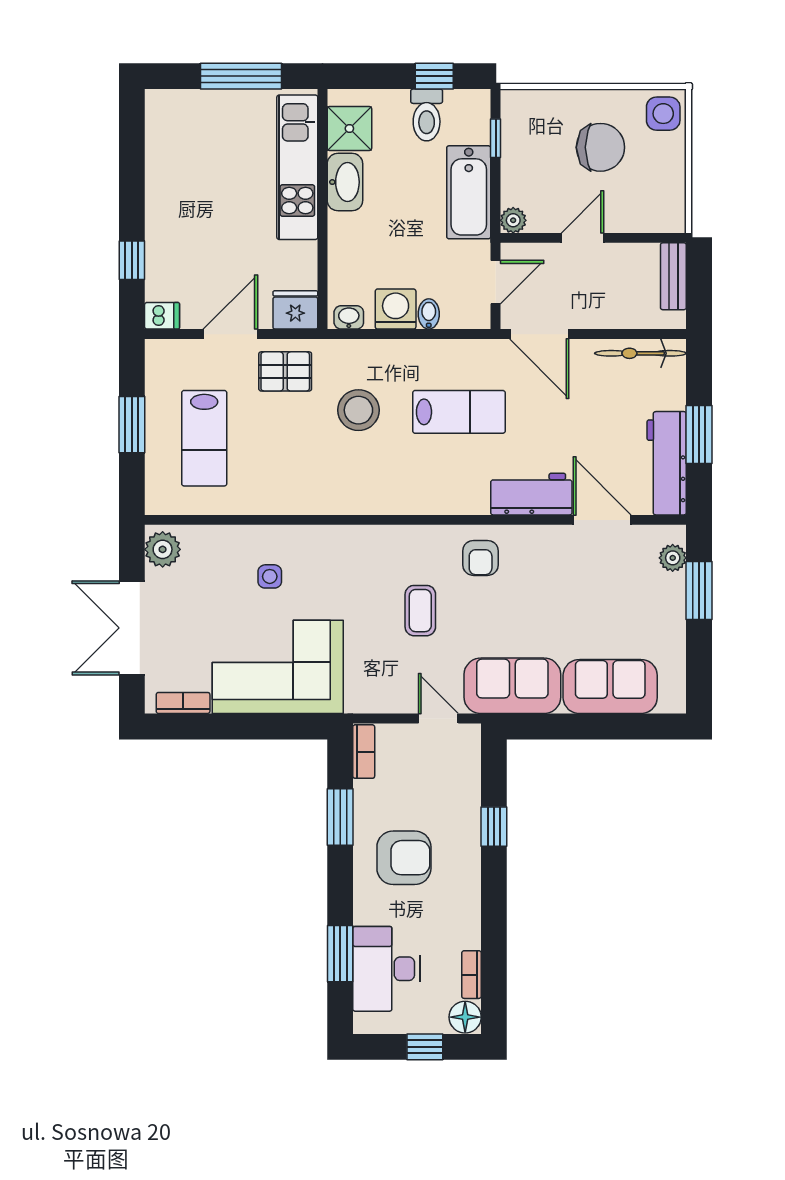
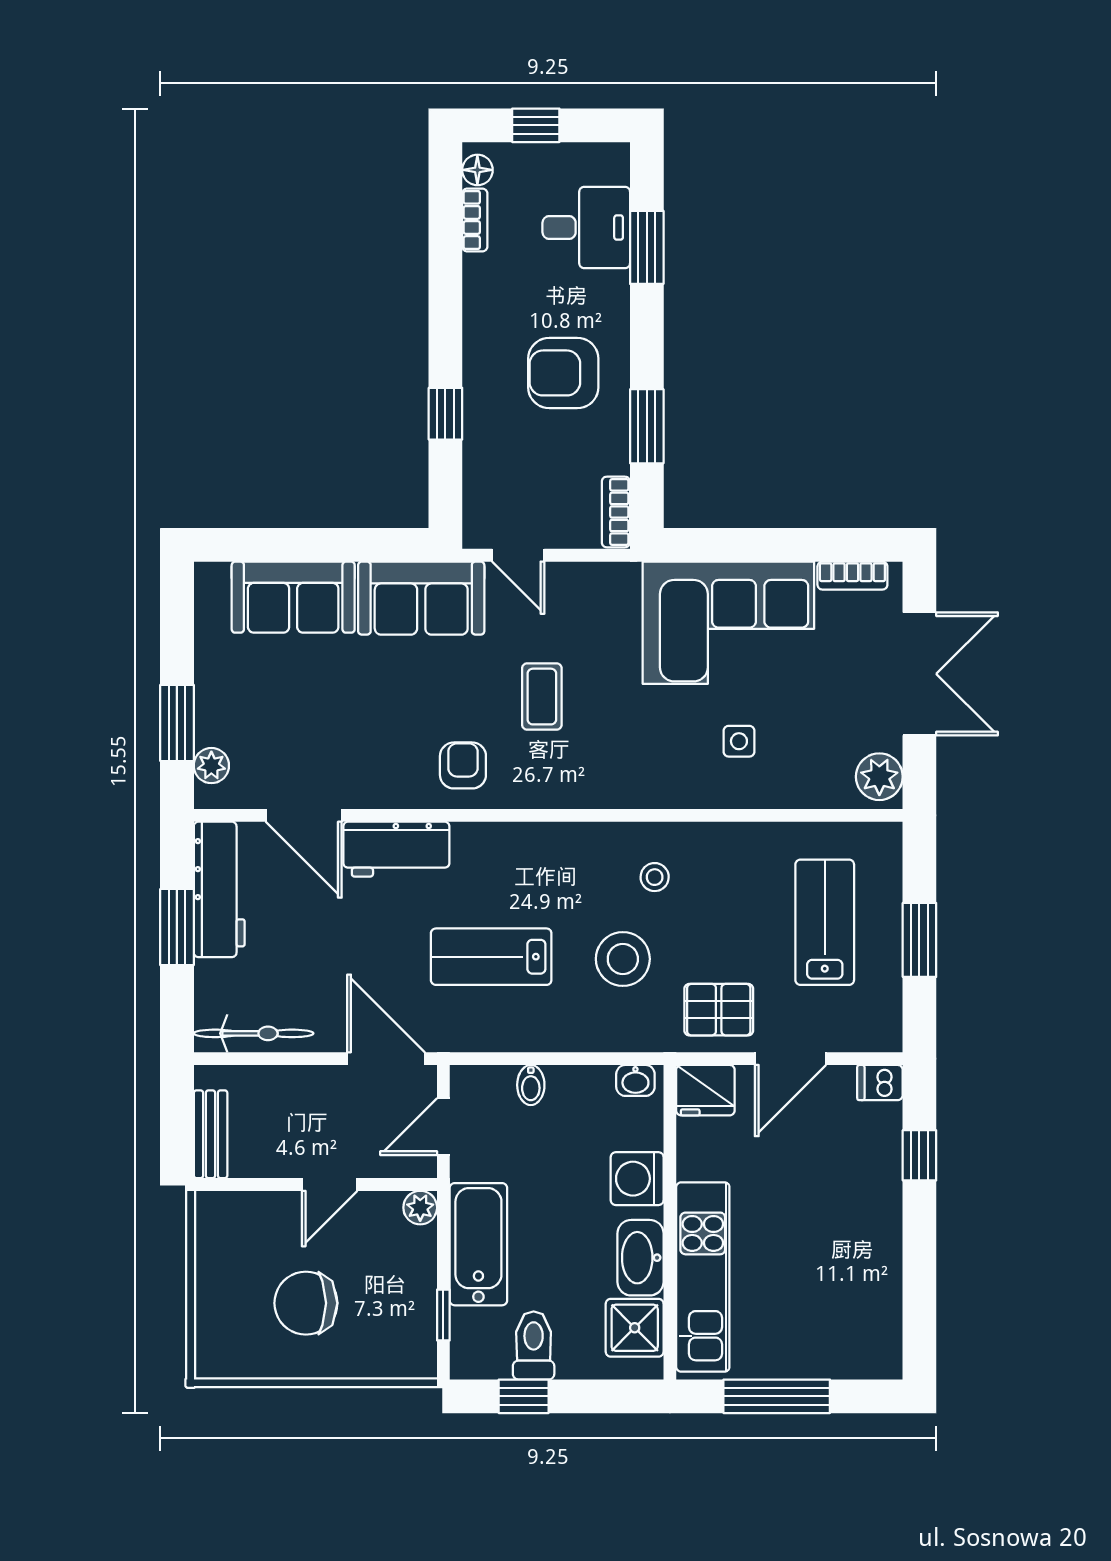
side table: (663, 114) -> (224, 1347), removed
washing machine: (396, 309) -> (637, 1179), moved, turned 90
stool: (334, 473) -> (655, 877), added
desk: (386, 969) -> (586, 228), width x0.73
floor lamp: (465, 1017) -> (477, 170), width x0.73, depth x0.73

